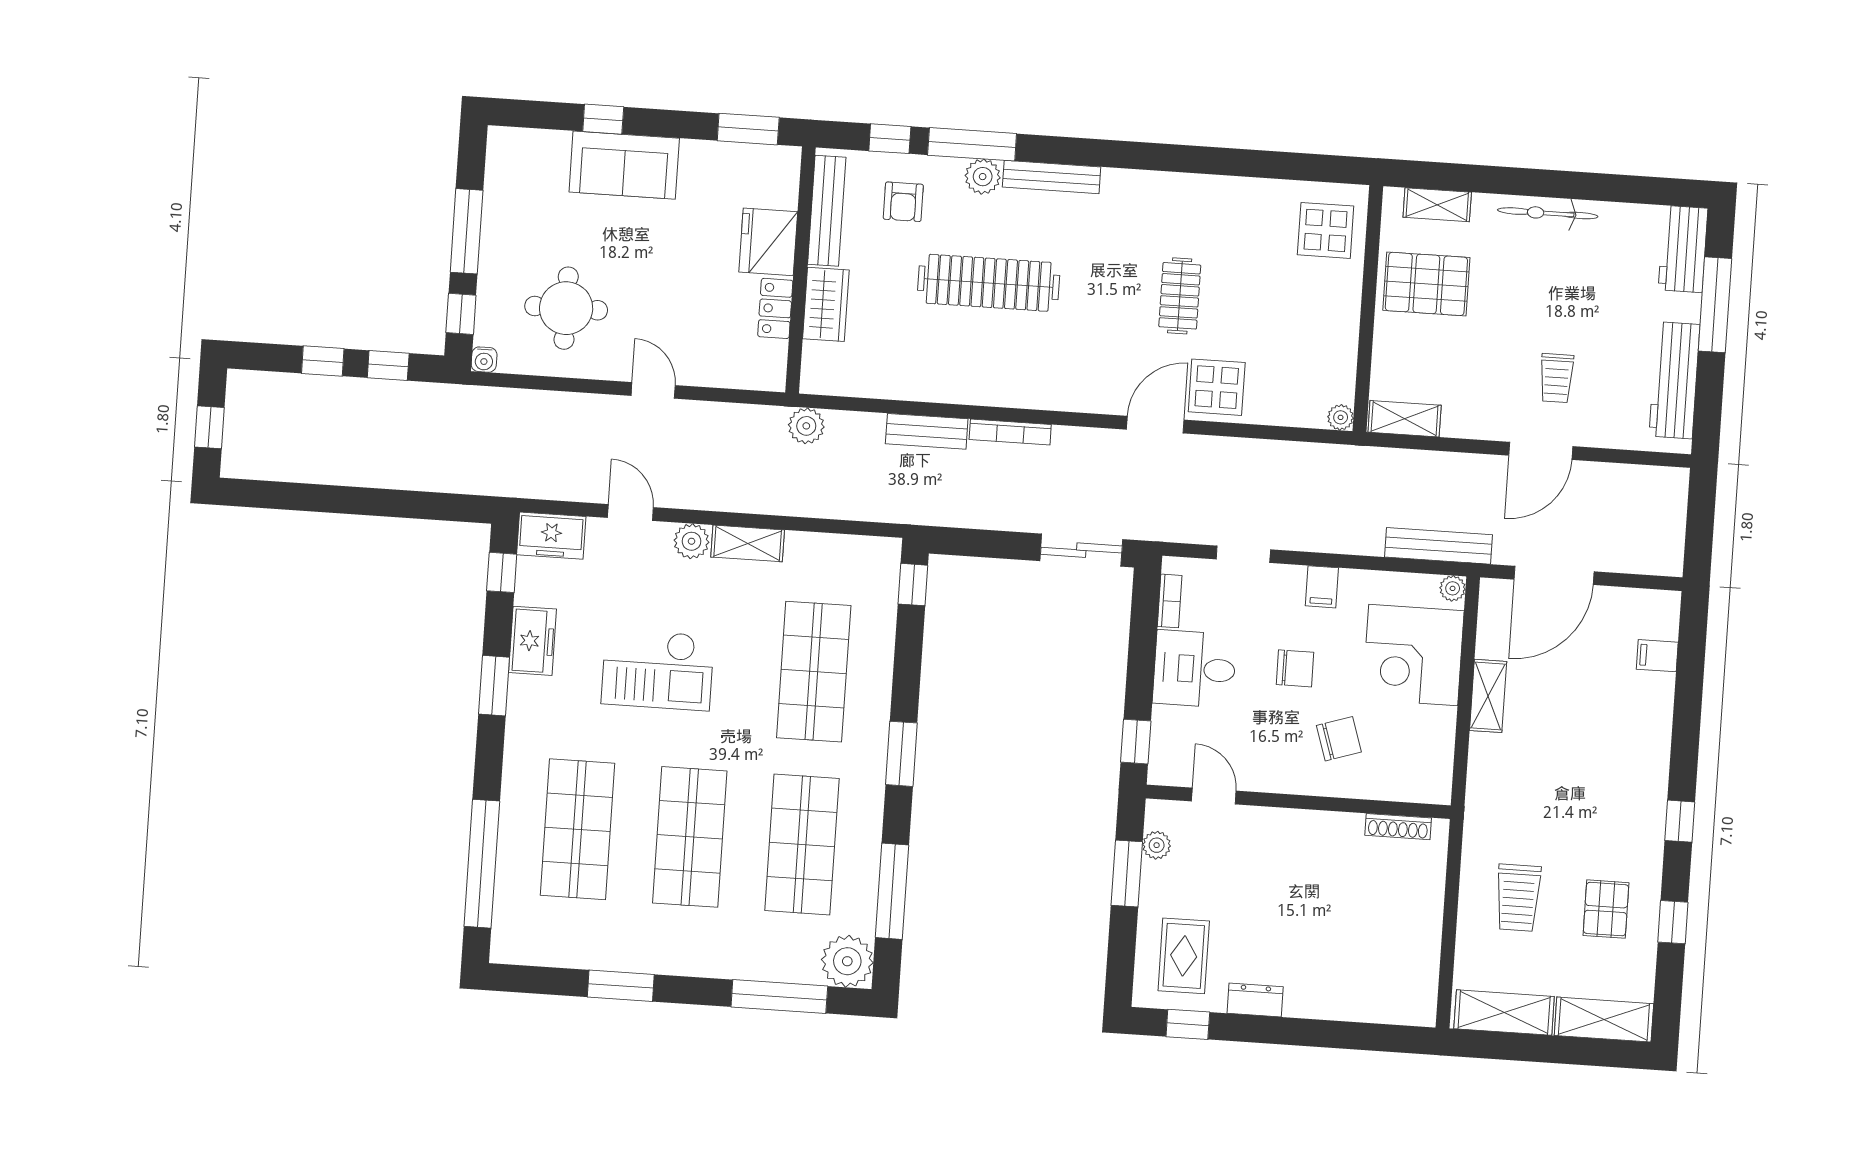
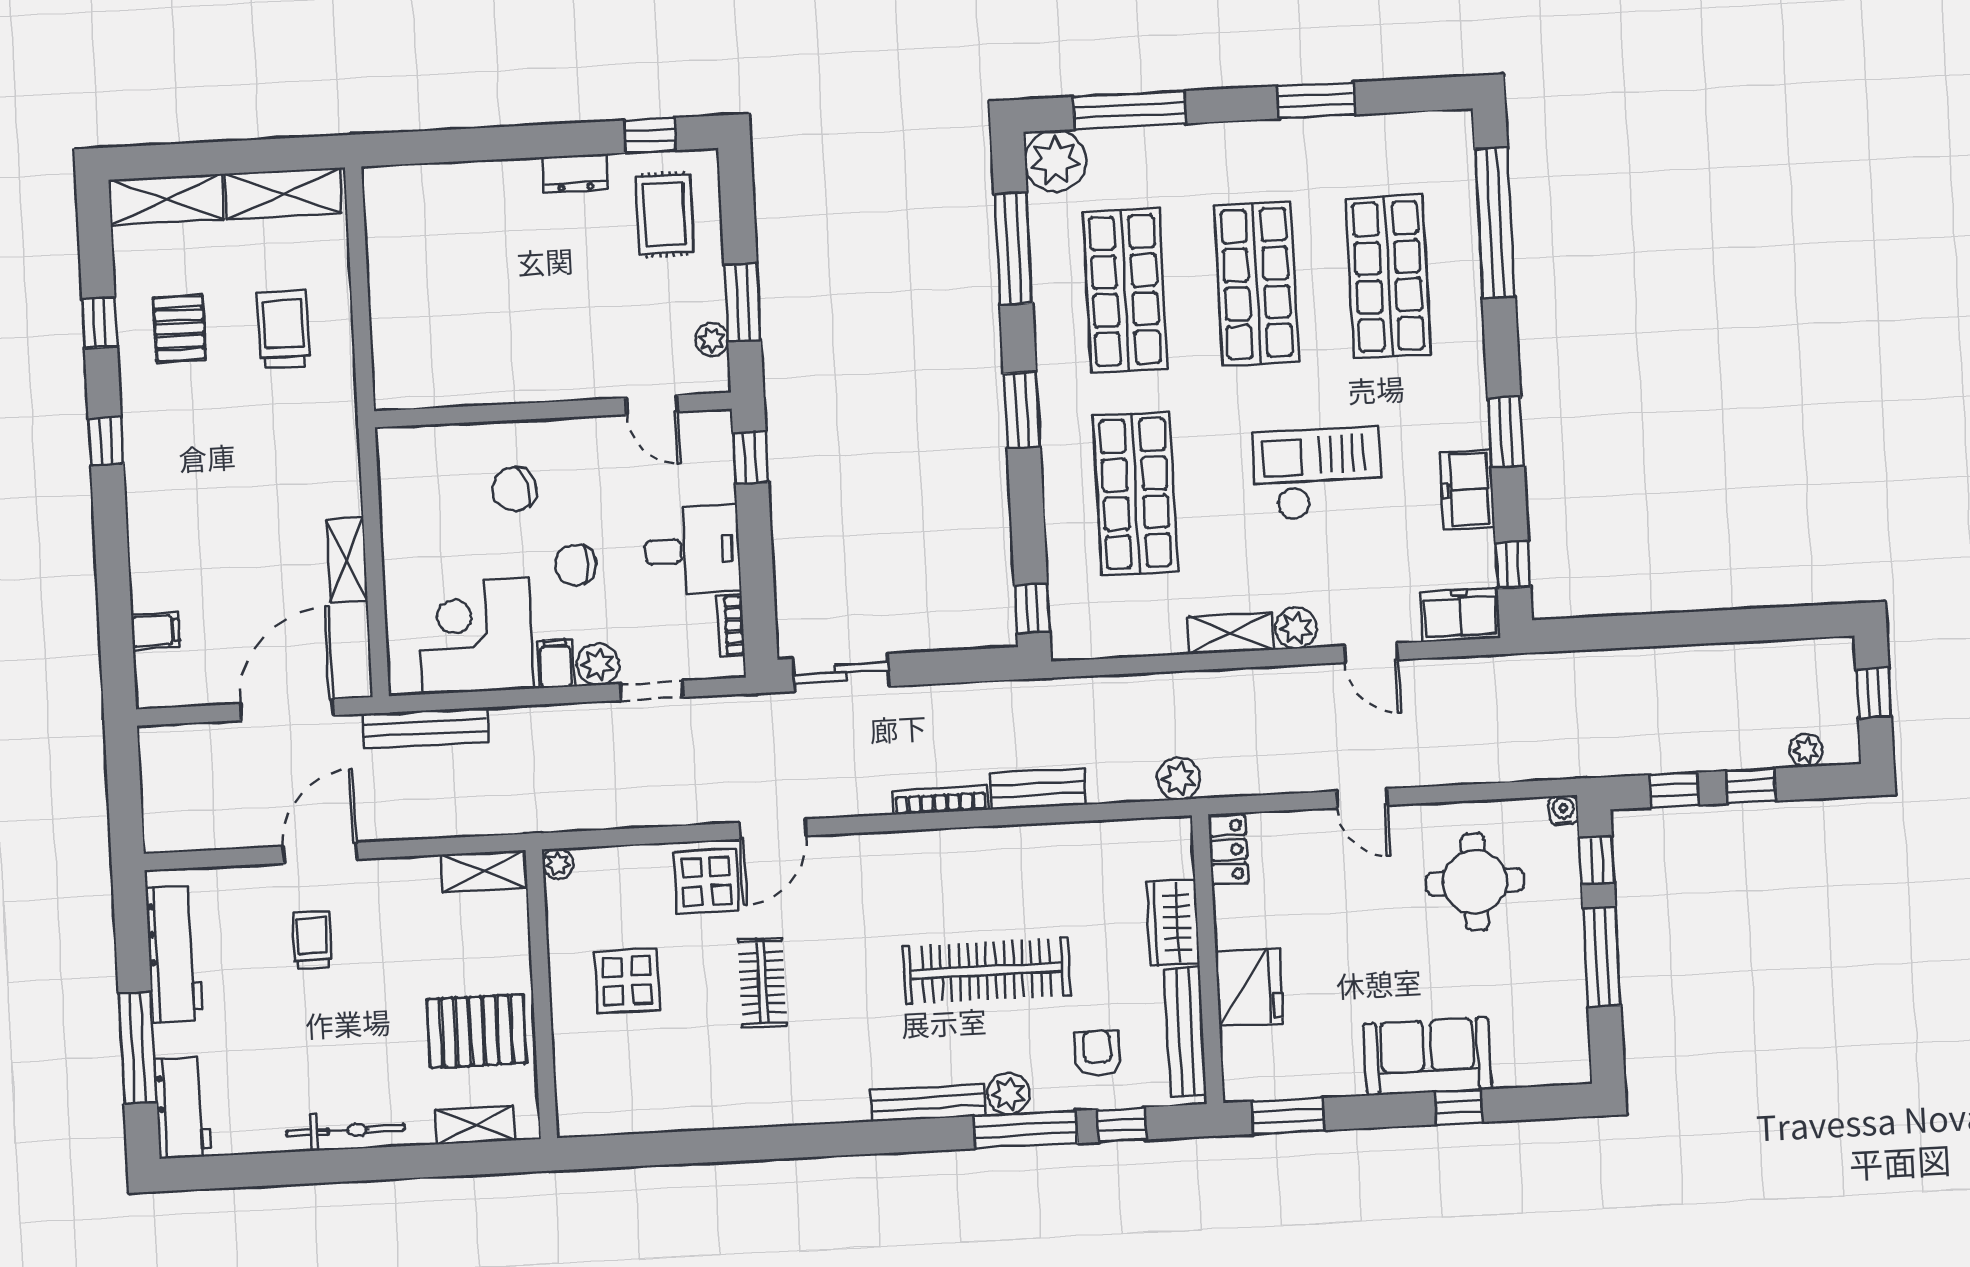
display table: (1326, 230) -> (627, 981), moved
locker: (775, 308) -> (1228, 850), moved
plant: (272, 385) -> (1806, 750), added
plant: (1453, 588) -> (598, 664), moved, width x1.38, depth x1.38
corner desk: (1413, 655) -> (475, 636), moved, turned -90
shoe rack: (1398, 827) -> (433, 395), removed

